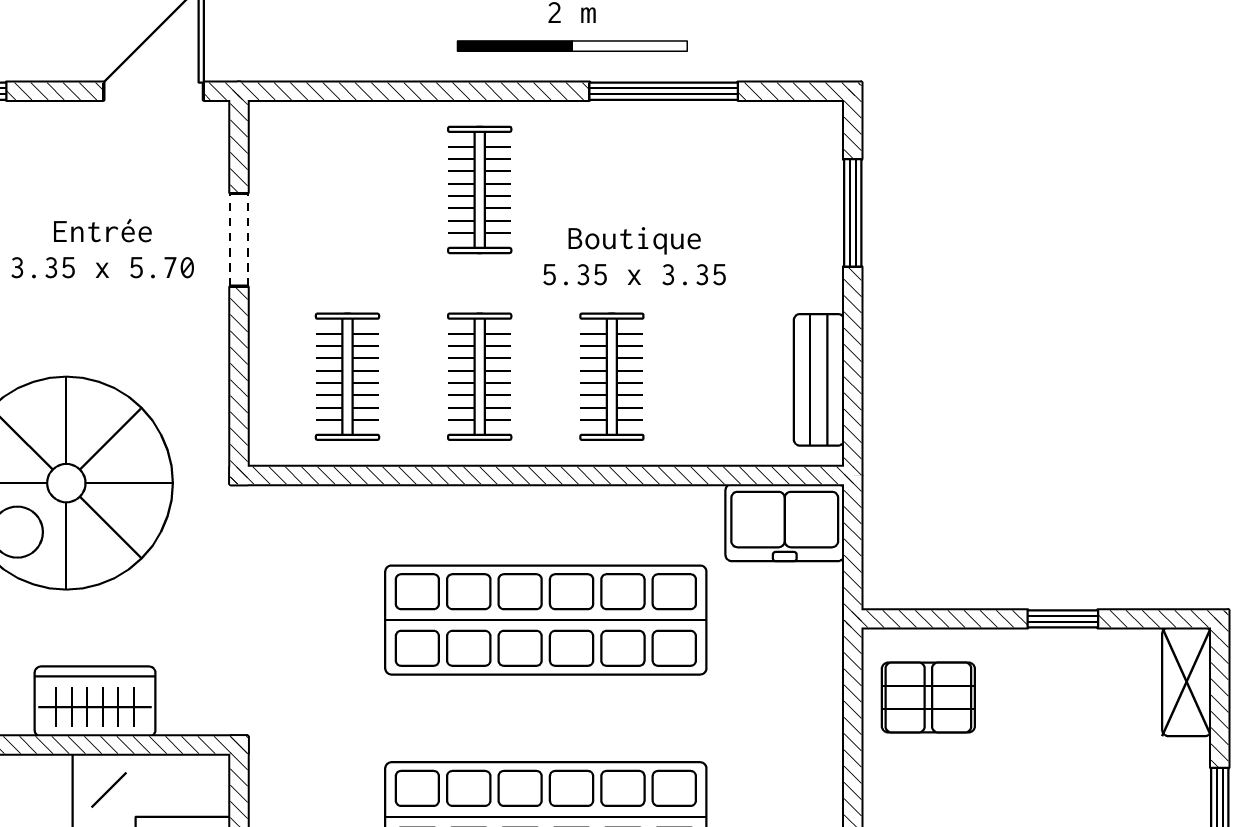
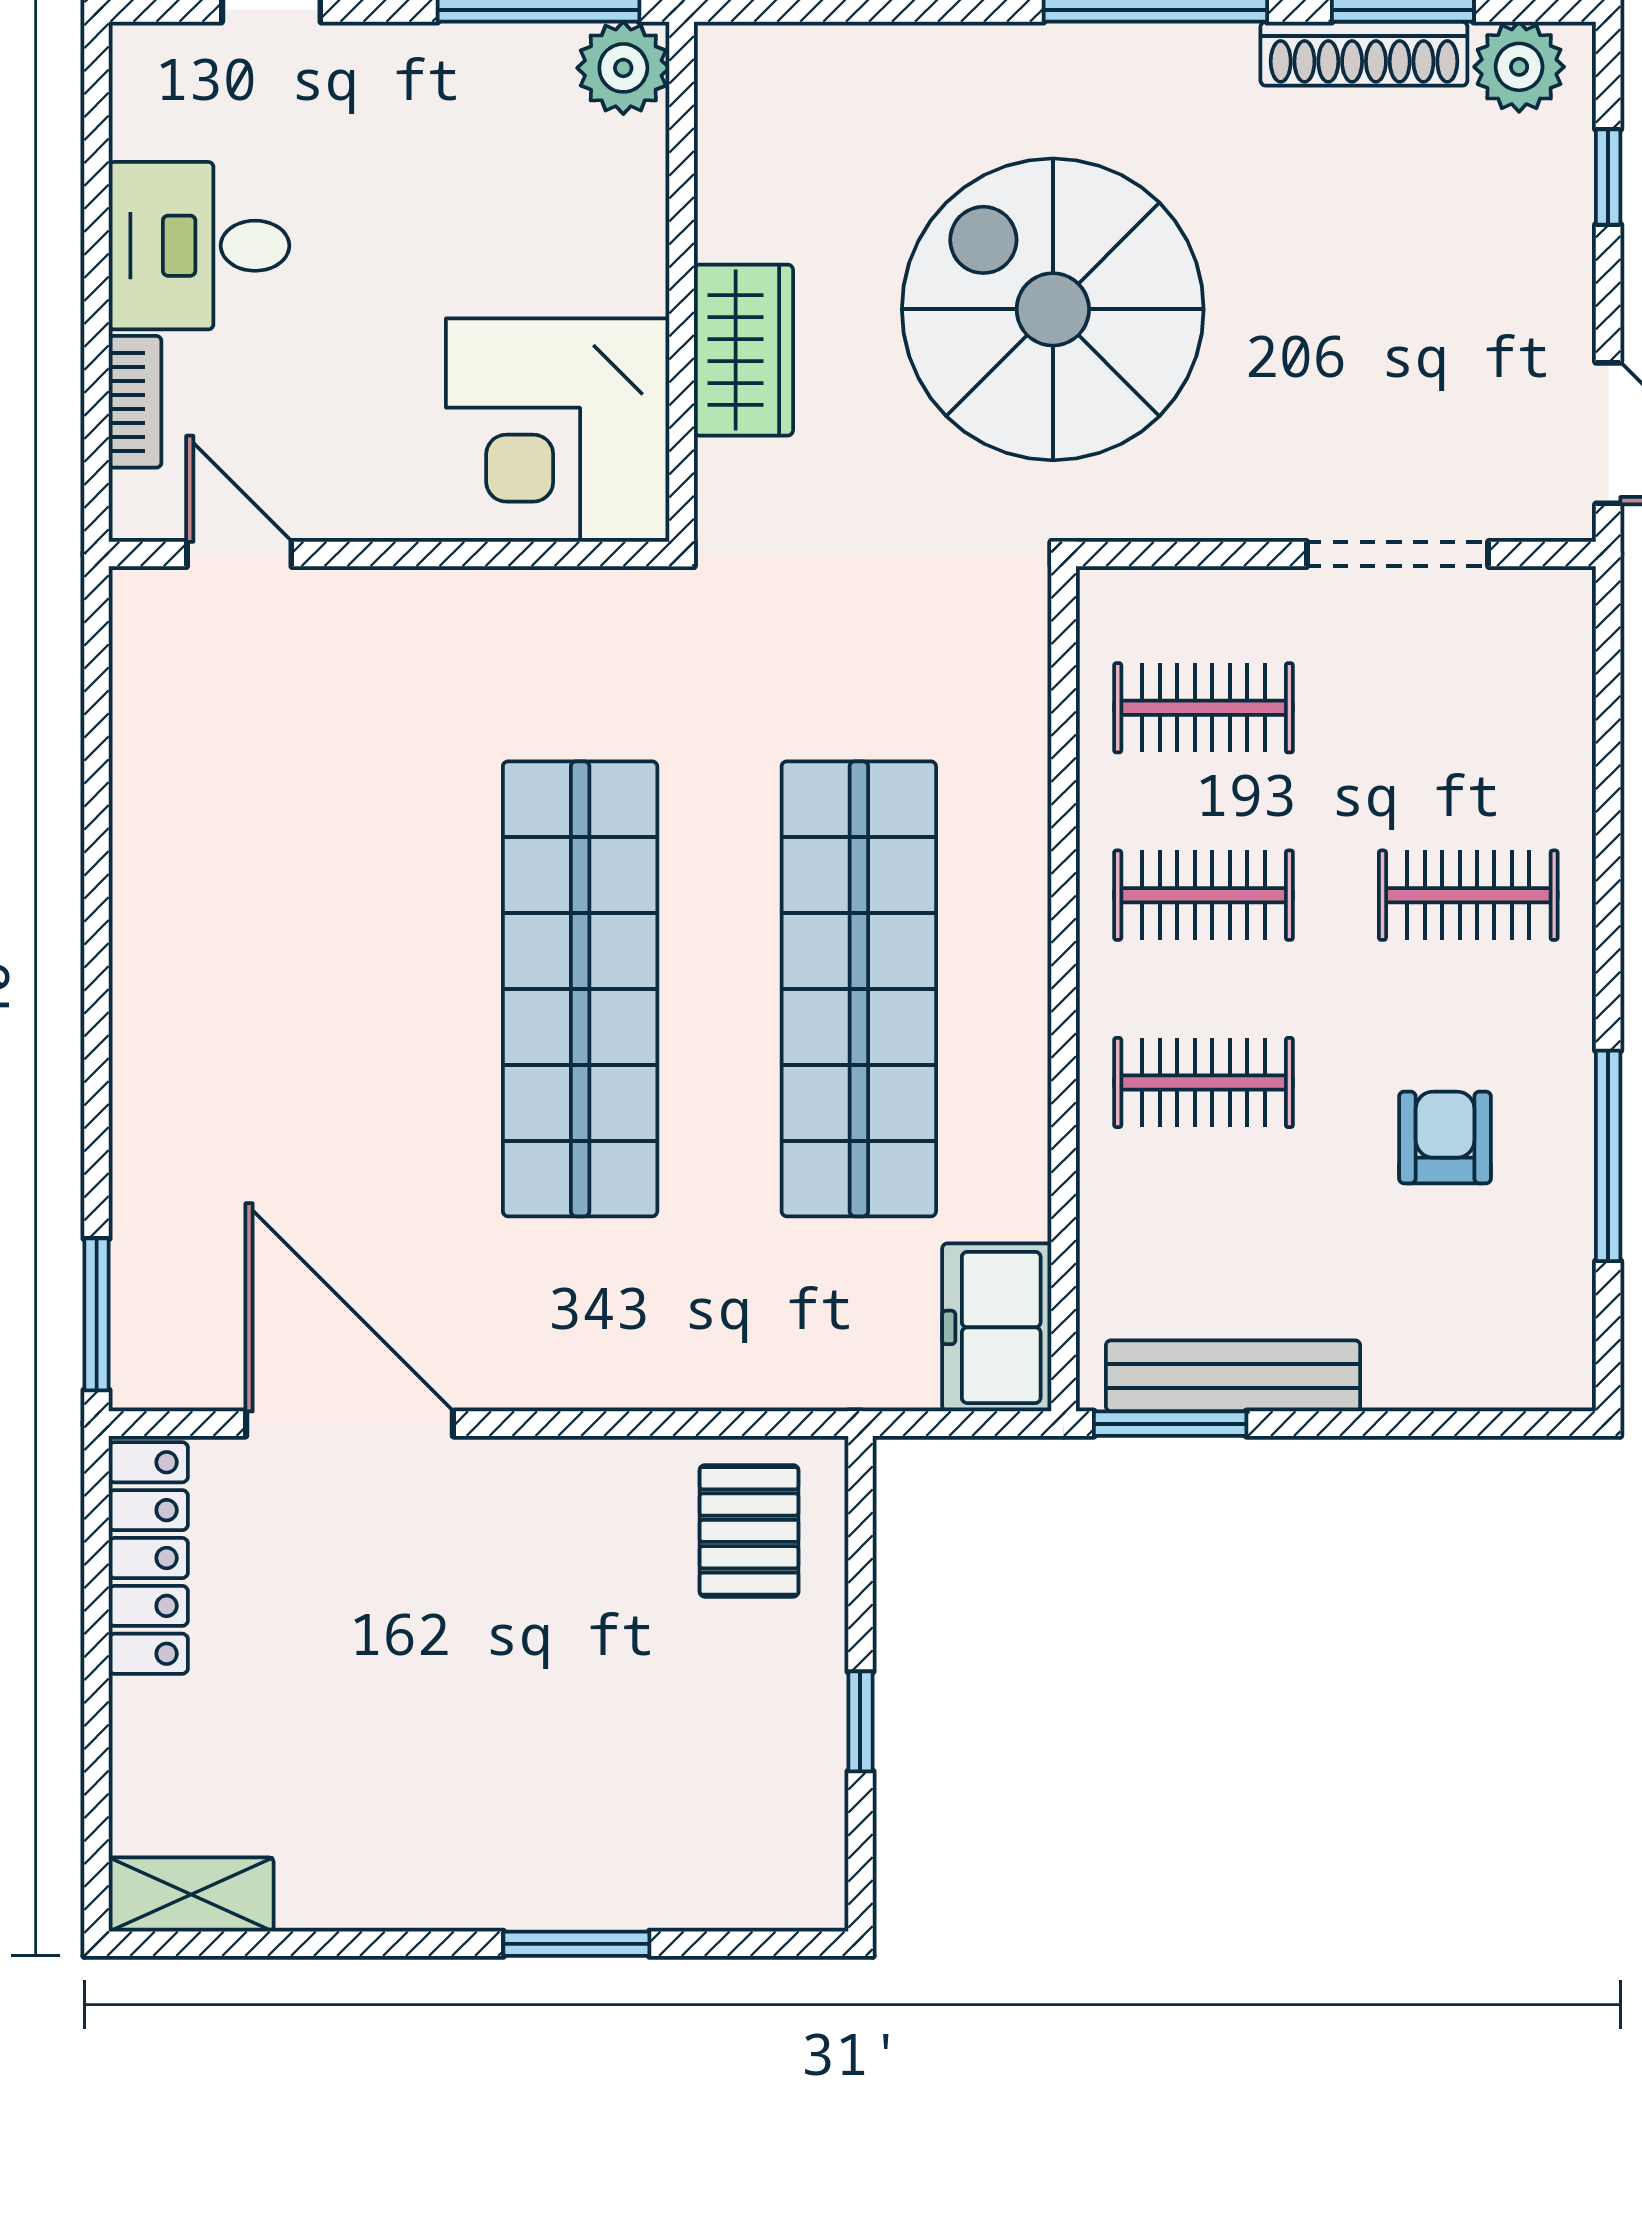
armchair: (651, 206) -> (1445, 1137), added
window: (853, 213) -> (1170, 1424), moved
doorway: (239, 240) -> (1398, 554), width x1.38
bench: (819, 380) -> (1233, 1376), width x1.36
shelving: (1187, 682) -> (771, 1897), removed

